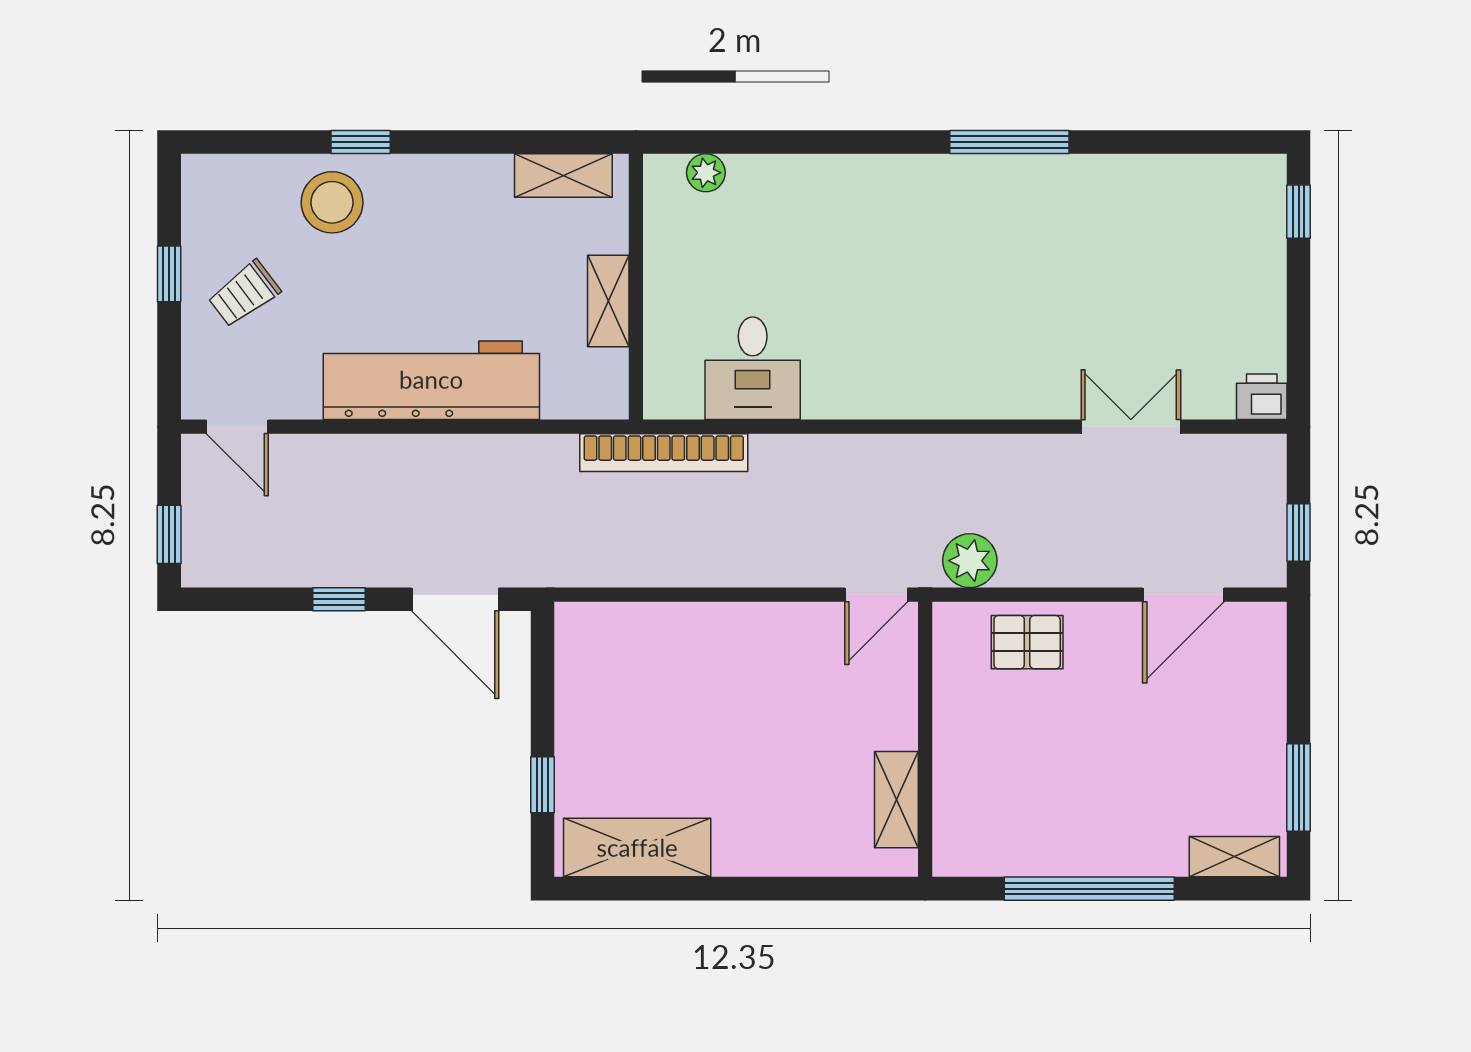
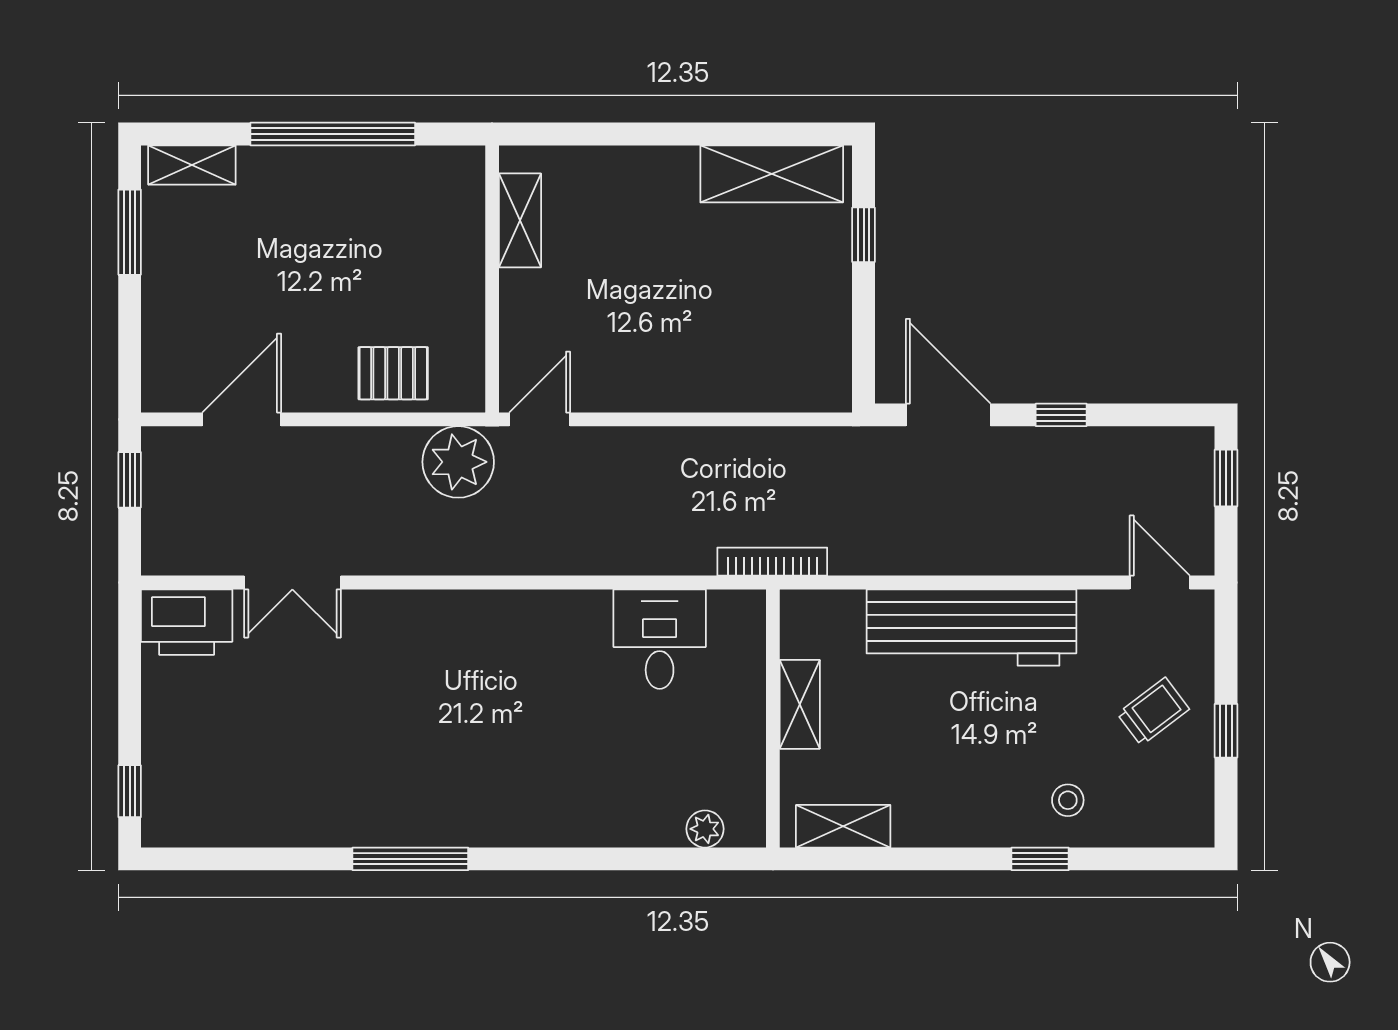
stool: (332, 202) -> (1068, 800), width x0.53, depth x0.53
printer: (1262, 397) -> (187, 622), width x1.87, depth x1.48
bookcase: (664, 453) -> (772, 562), width x0.68, depth x0.76
plant: (970, 561) -> (458, 462), width x1.36, depth x1.36

